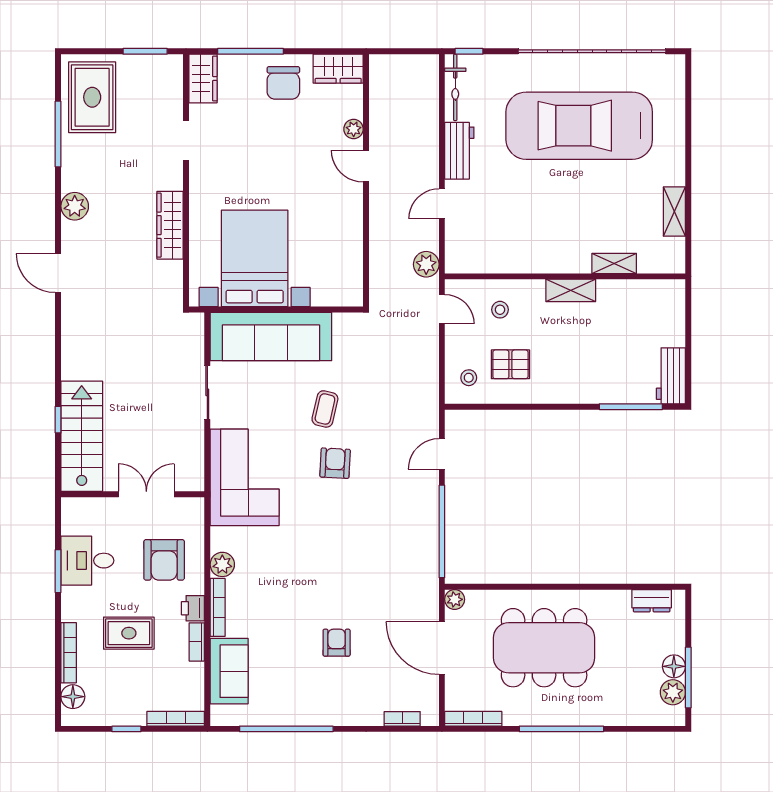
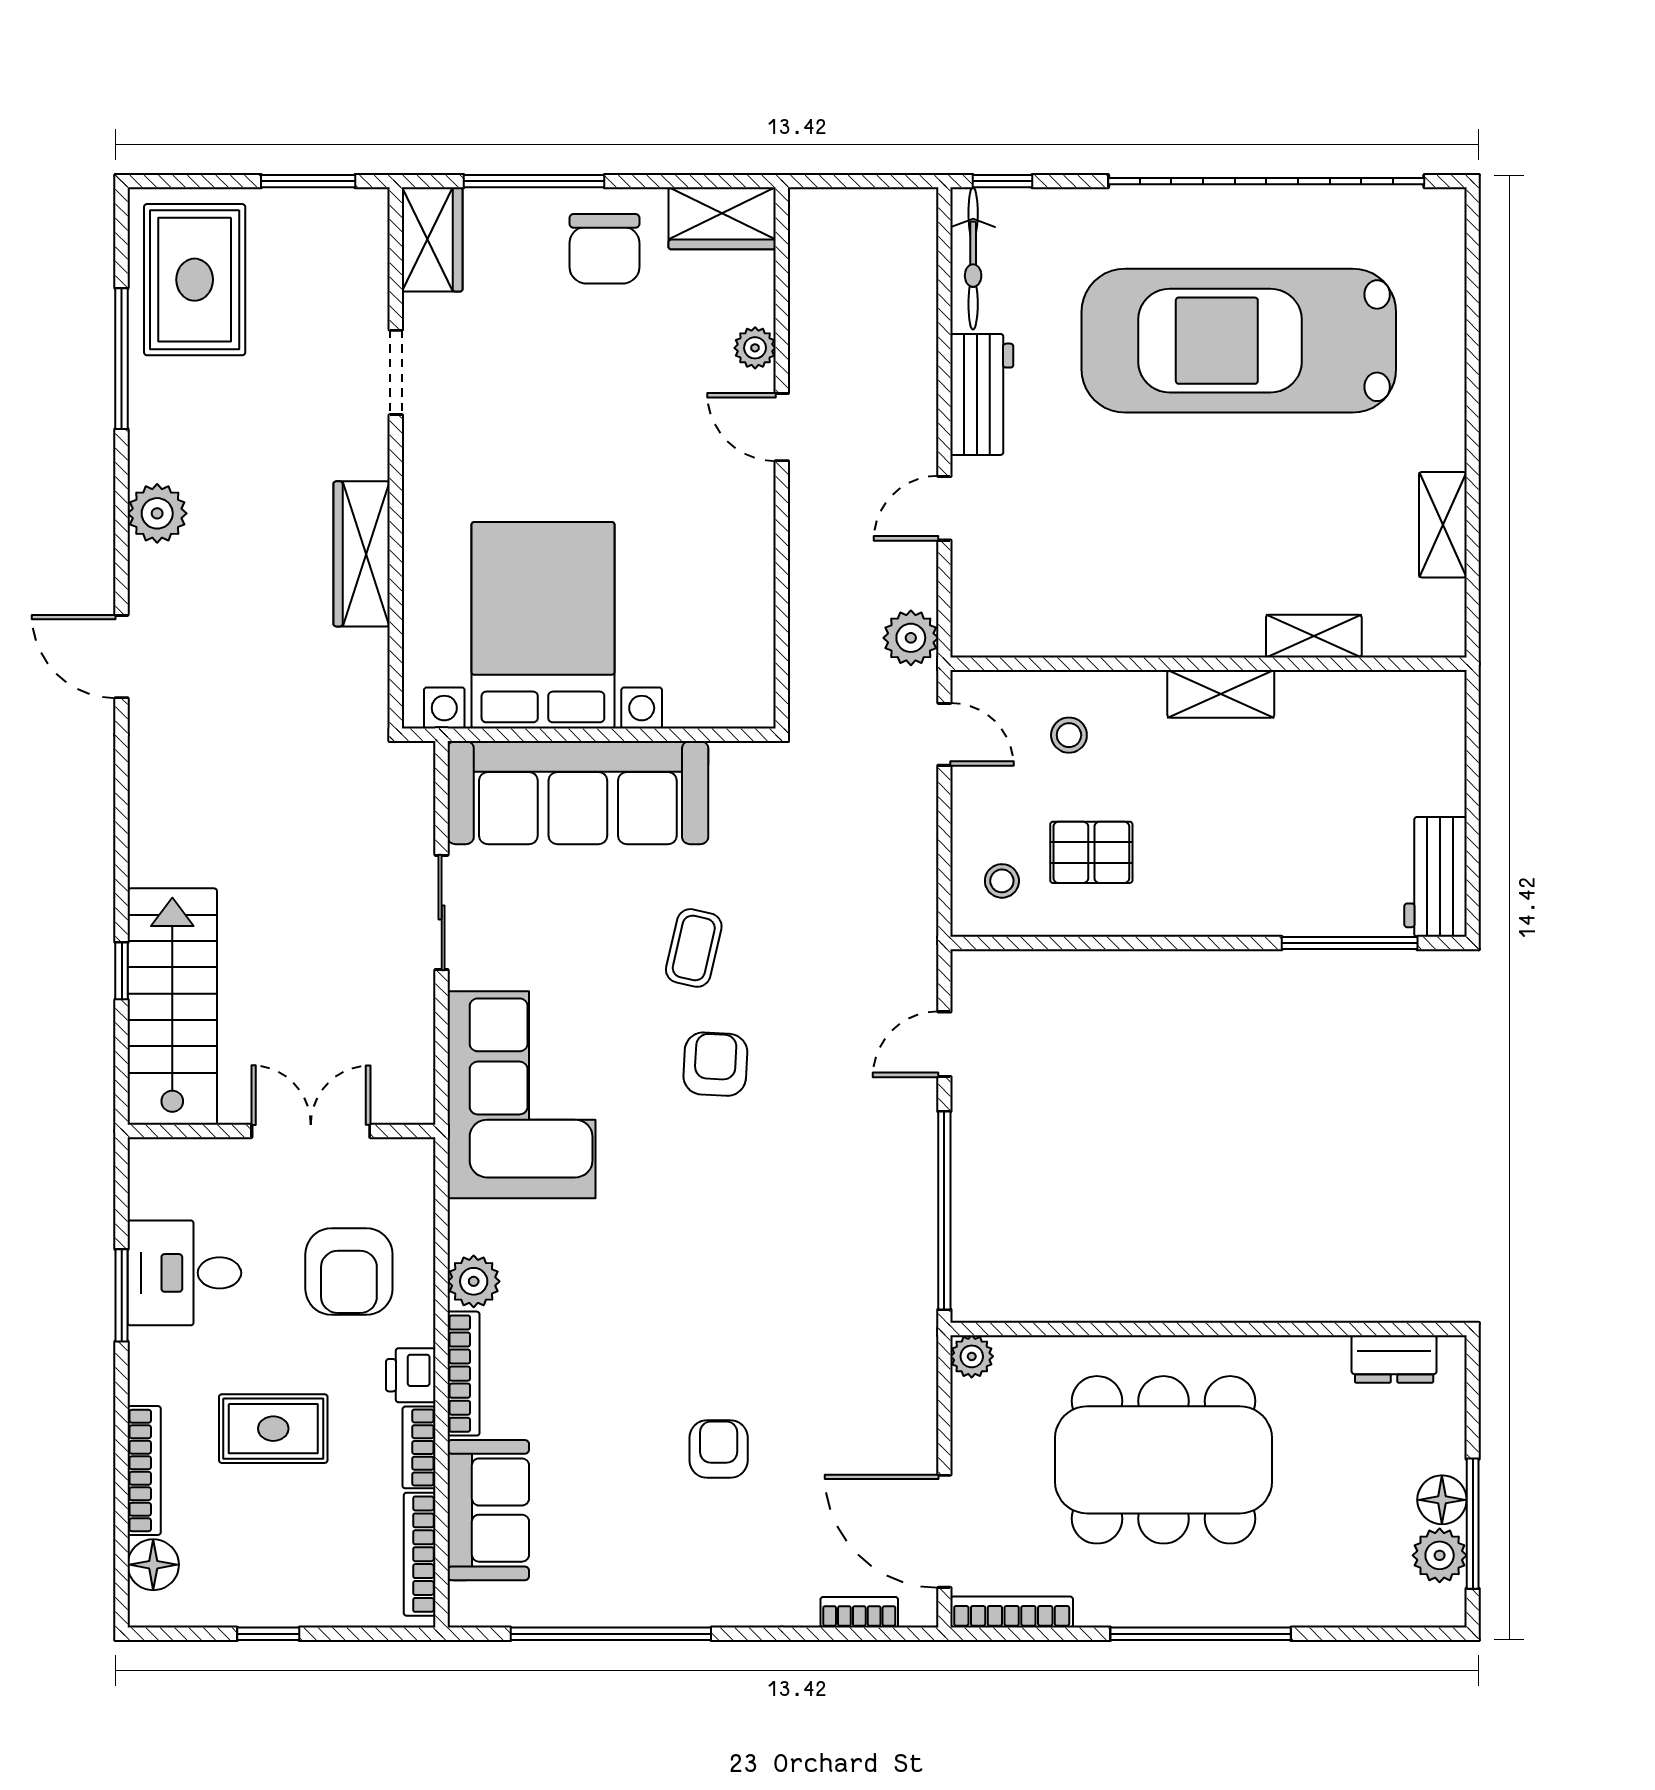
door: (442, 648) -> (944, 1531), moved
bookcase: (176, 719) -> (420, 1554), moved, turned -90

